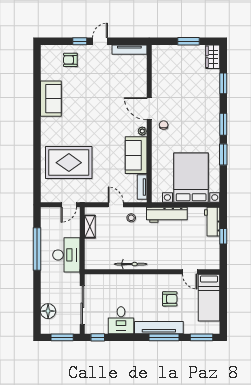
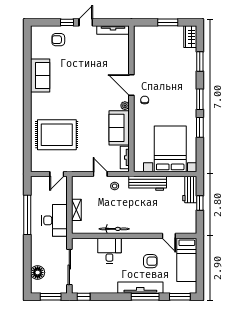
shelving: (90, 227) -> (76, 210), moved
desk: (121, 320) -> (109, 251), moved, turned 180

